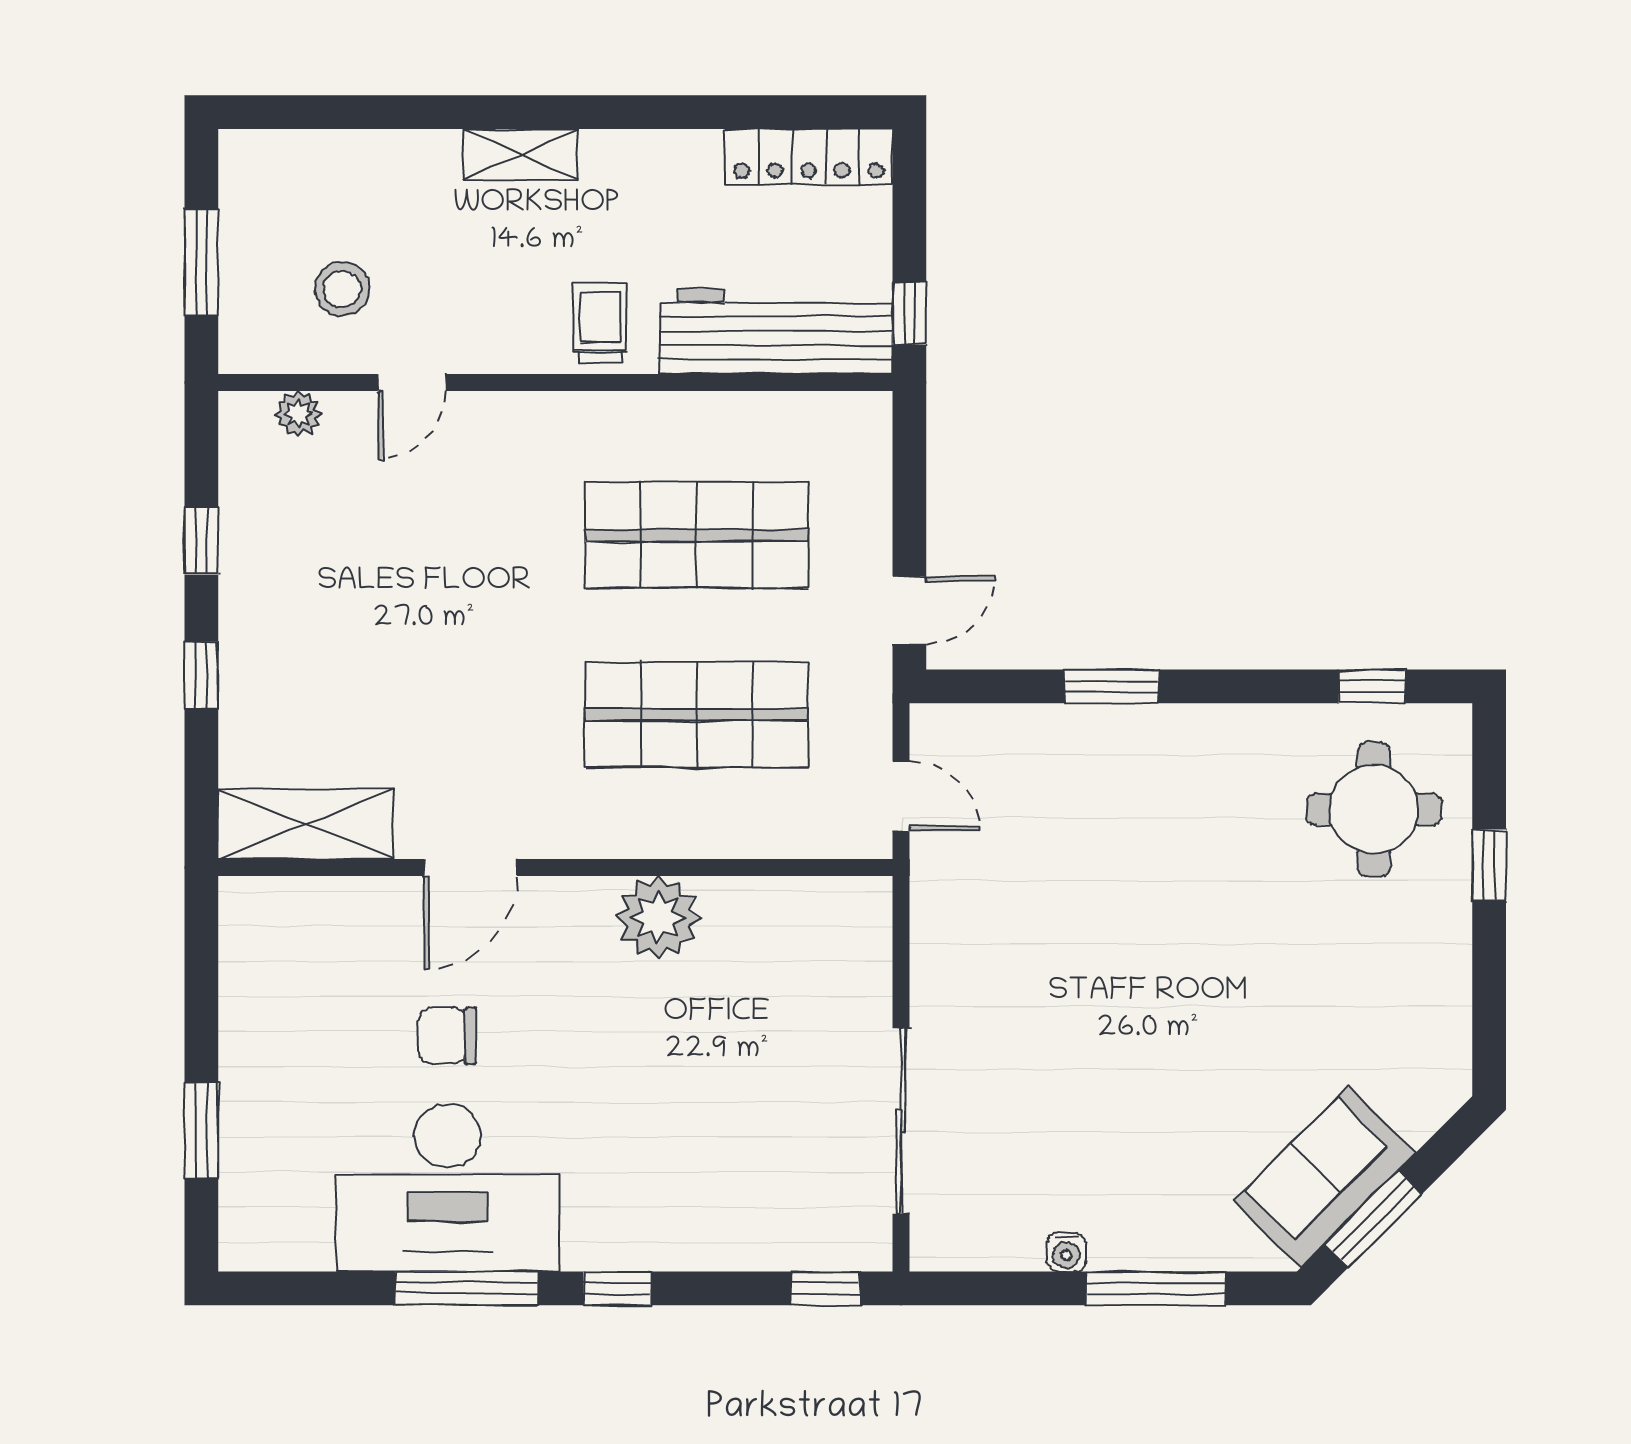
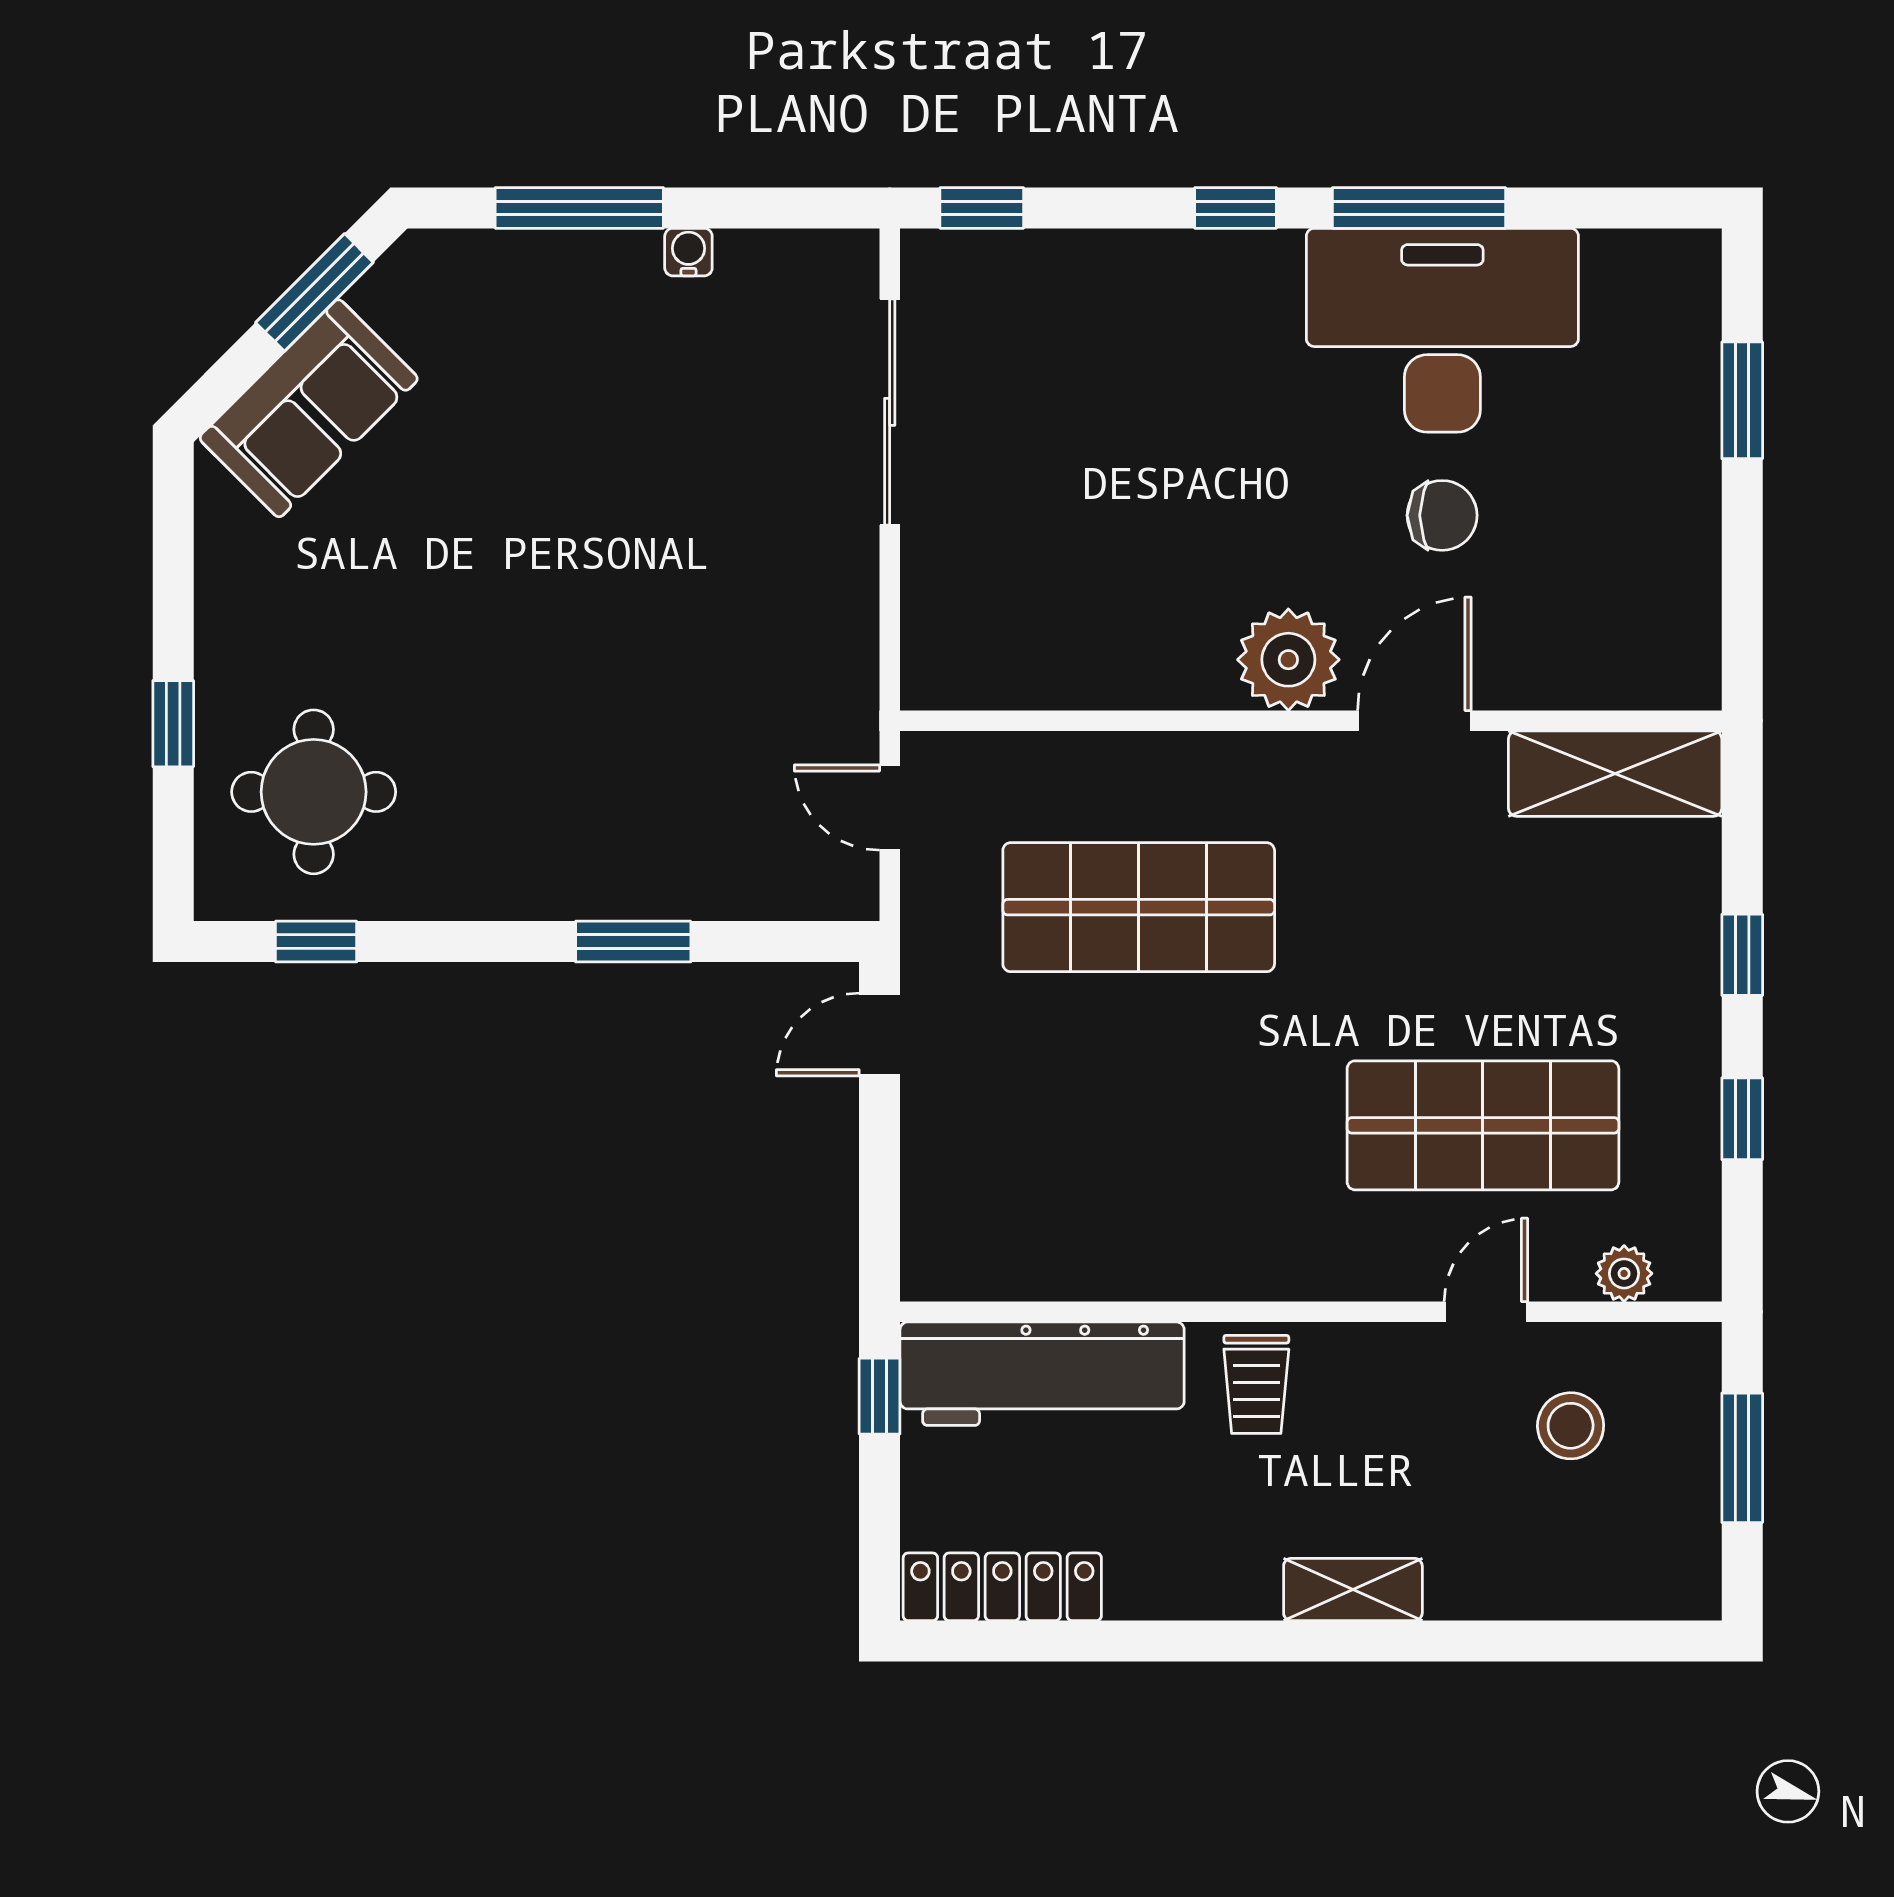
shop shelf: (697, 535) -> (1483, 1125), moved
plant: (658, 918) -> (1288, 660), moved
sofa: (1325, 1177) -> (309, 408), moved

